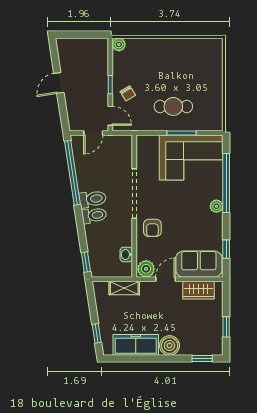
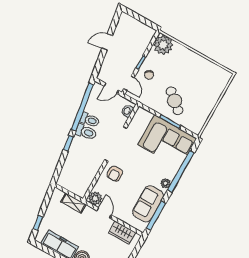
plant: (119, 44) -> (163, 45), width x1.88, depth x1.88
cafe table: (173, 106) -> (174, 101), turned 40
toilet: (94, 215) -> (90, 120), moved
window: (226, 249) -> (156, 216), width x2.17
washbasin: (126, 255) -> (127, 111), moved
window: (86, 262) -> (69, 143), moved
sofa: (199, 264) -> (148, 204), moved, turned -90
door: (166, 279) -> (104, 213), hinge flipped

